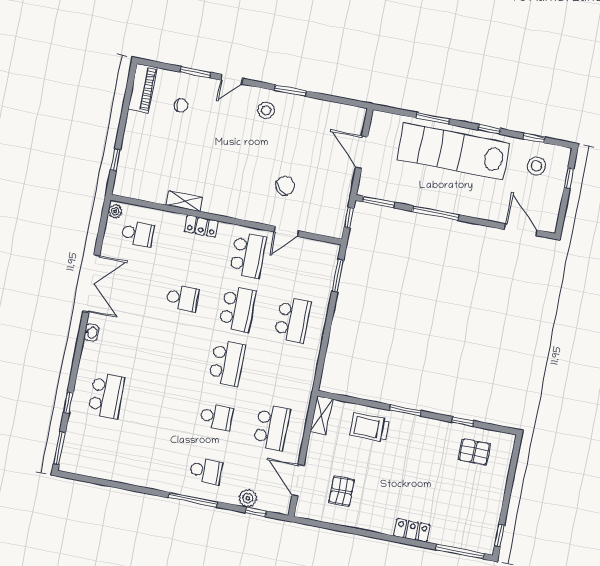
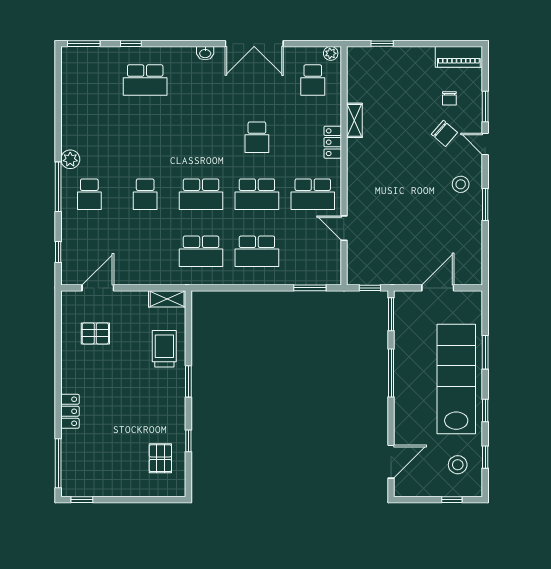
chair: (285, 186) -> (444, 133), moved
school desk: (272, 428) -> (201, 251), moved
plant: (248, 498) -> (70, 159), moved

